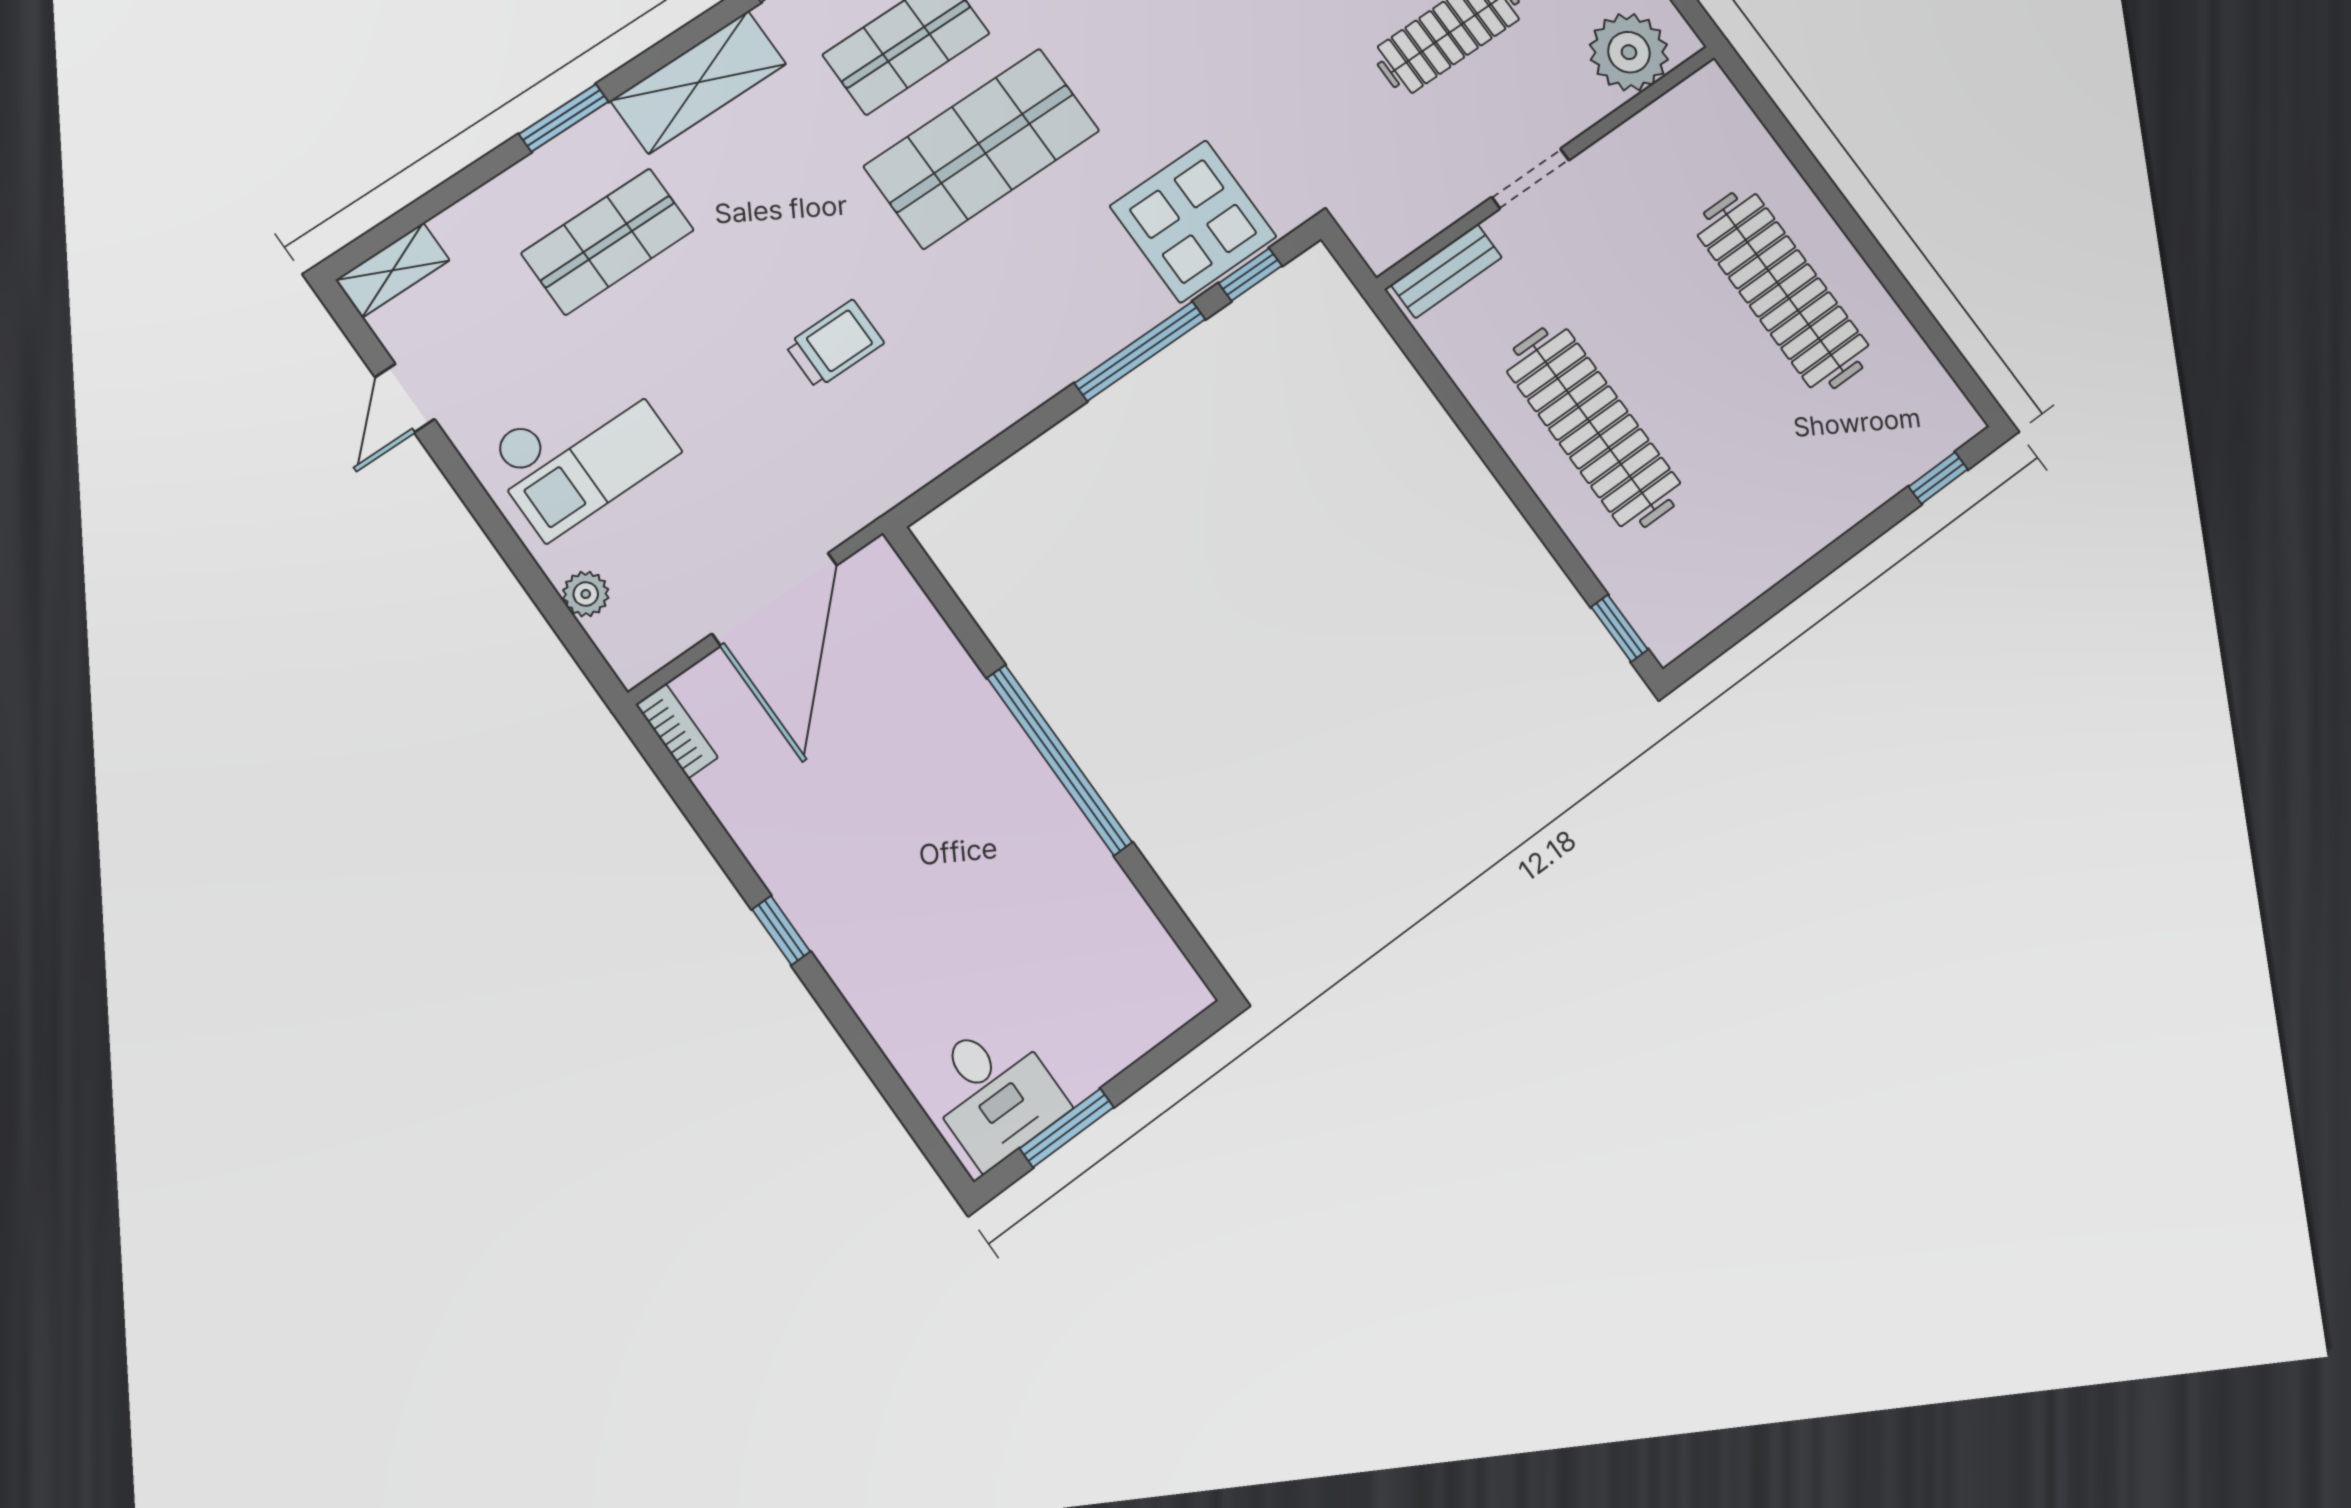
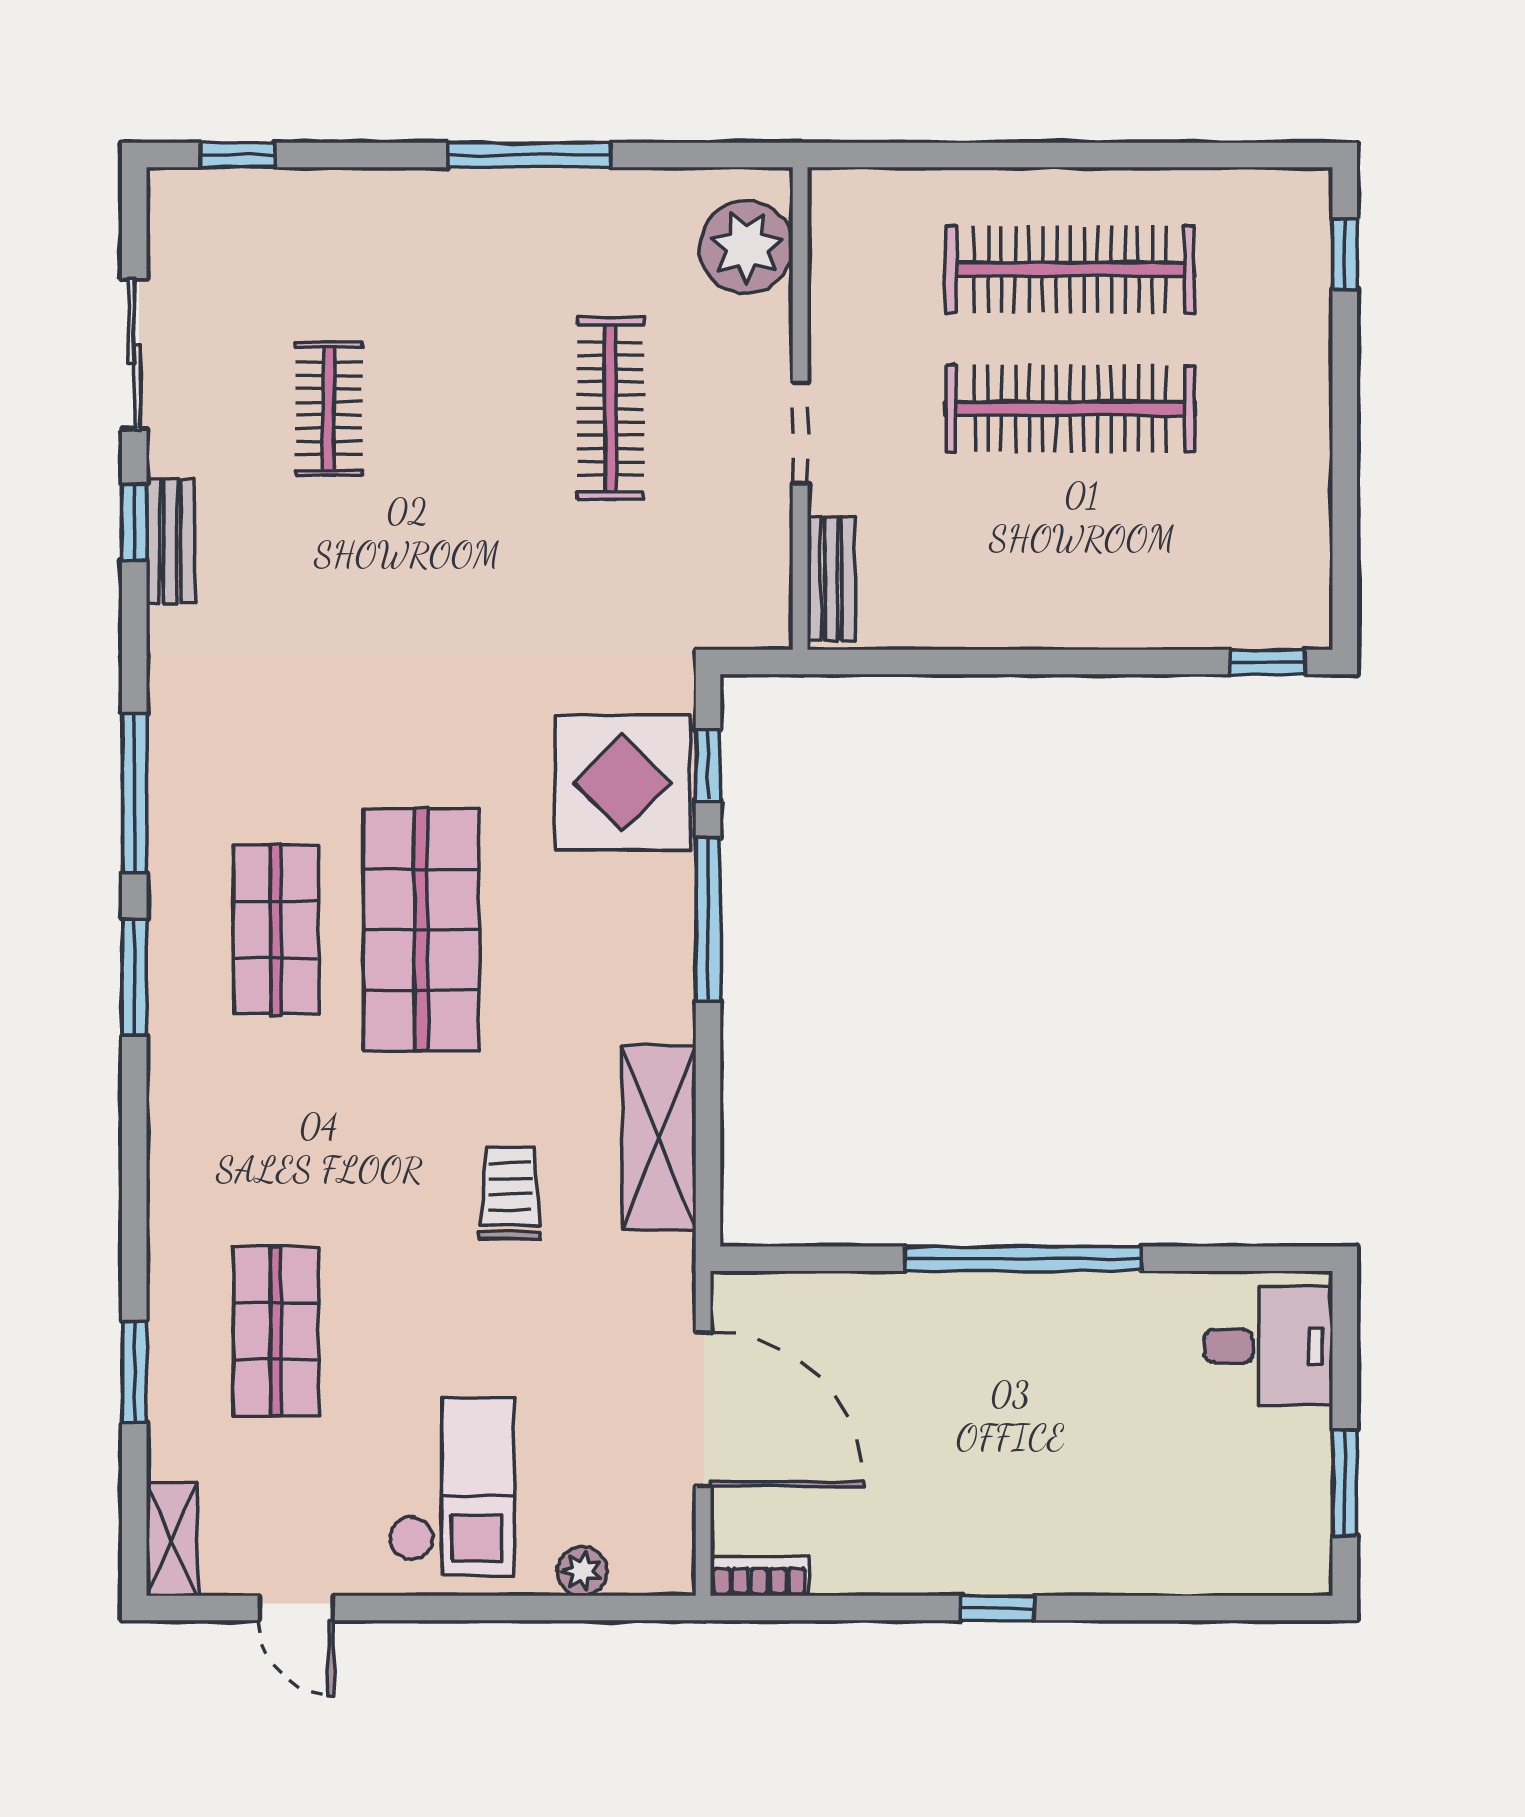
shelving: (699, 82) -> (659, 1138), moved
window: (564, 118) -> (134, 1372), moved
clothes rail: (1594, 427) -> (1070, 408), moved
desk: (994, 1092) -> (1268, 1346), moved

